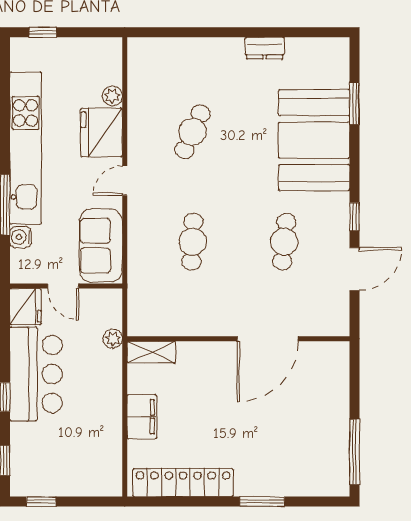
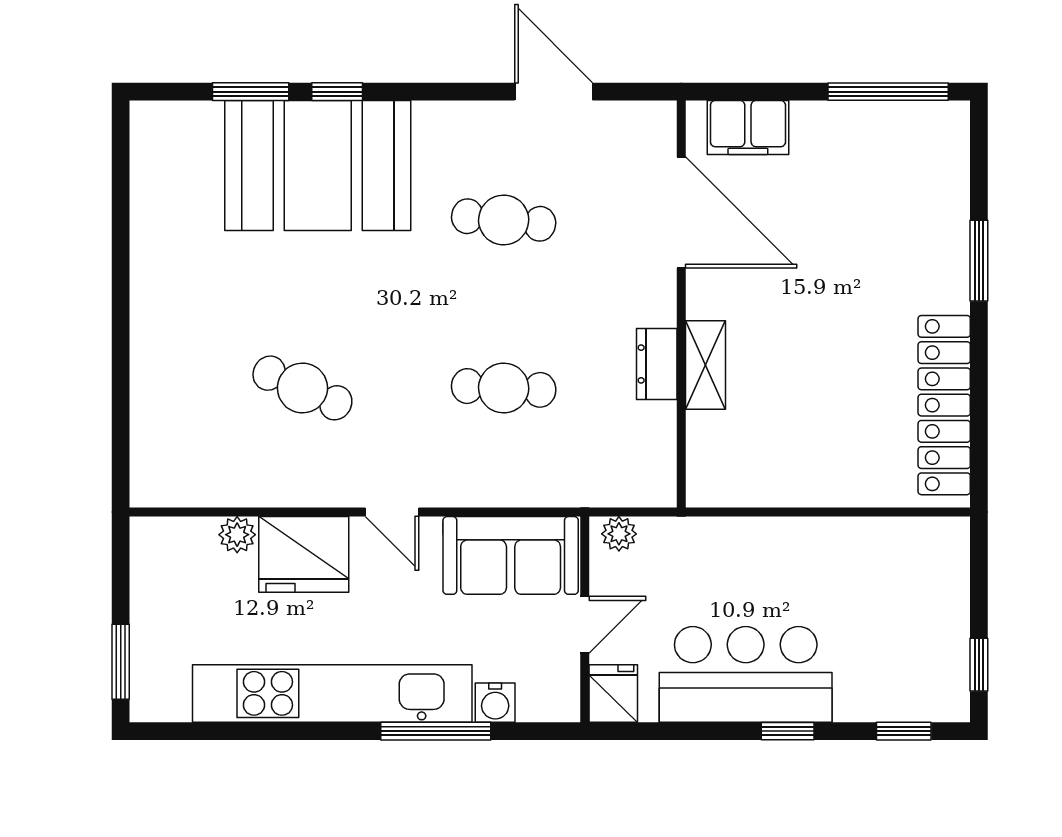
window: (43, 32) -> (121, 662), width x1.50
dresser: (265, 48) -> (657, 364), moved, turned 180
window: (355, 217) -> (337, 92), moved
fridge: (25, 307) -> (613, 693), width x0.72
plant: (113, 339) -> (619, 534), moved
door: (268, 339) -> (681, 213), moved
shelving: (151, 352) -> (705, 365), moved
filing cabinet: (142, 417) -> (748, 127), moved, turned 180

